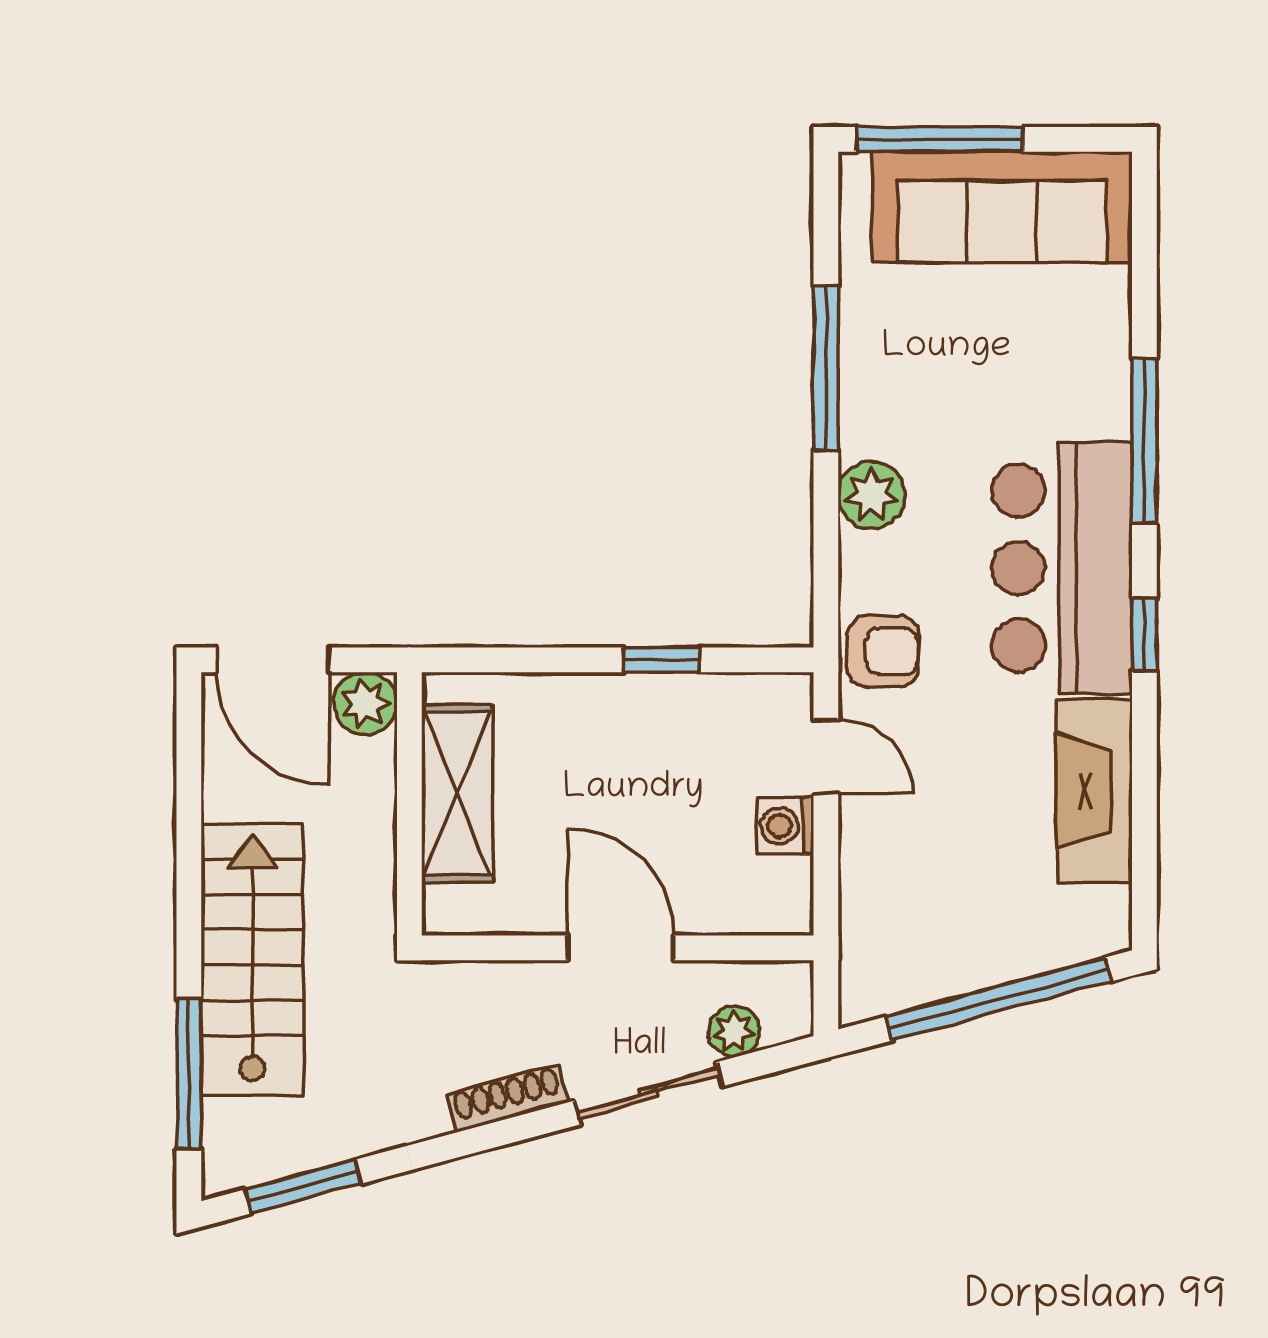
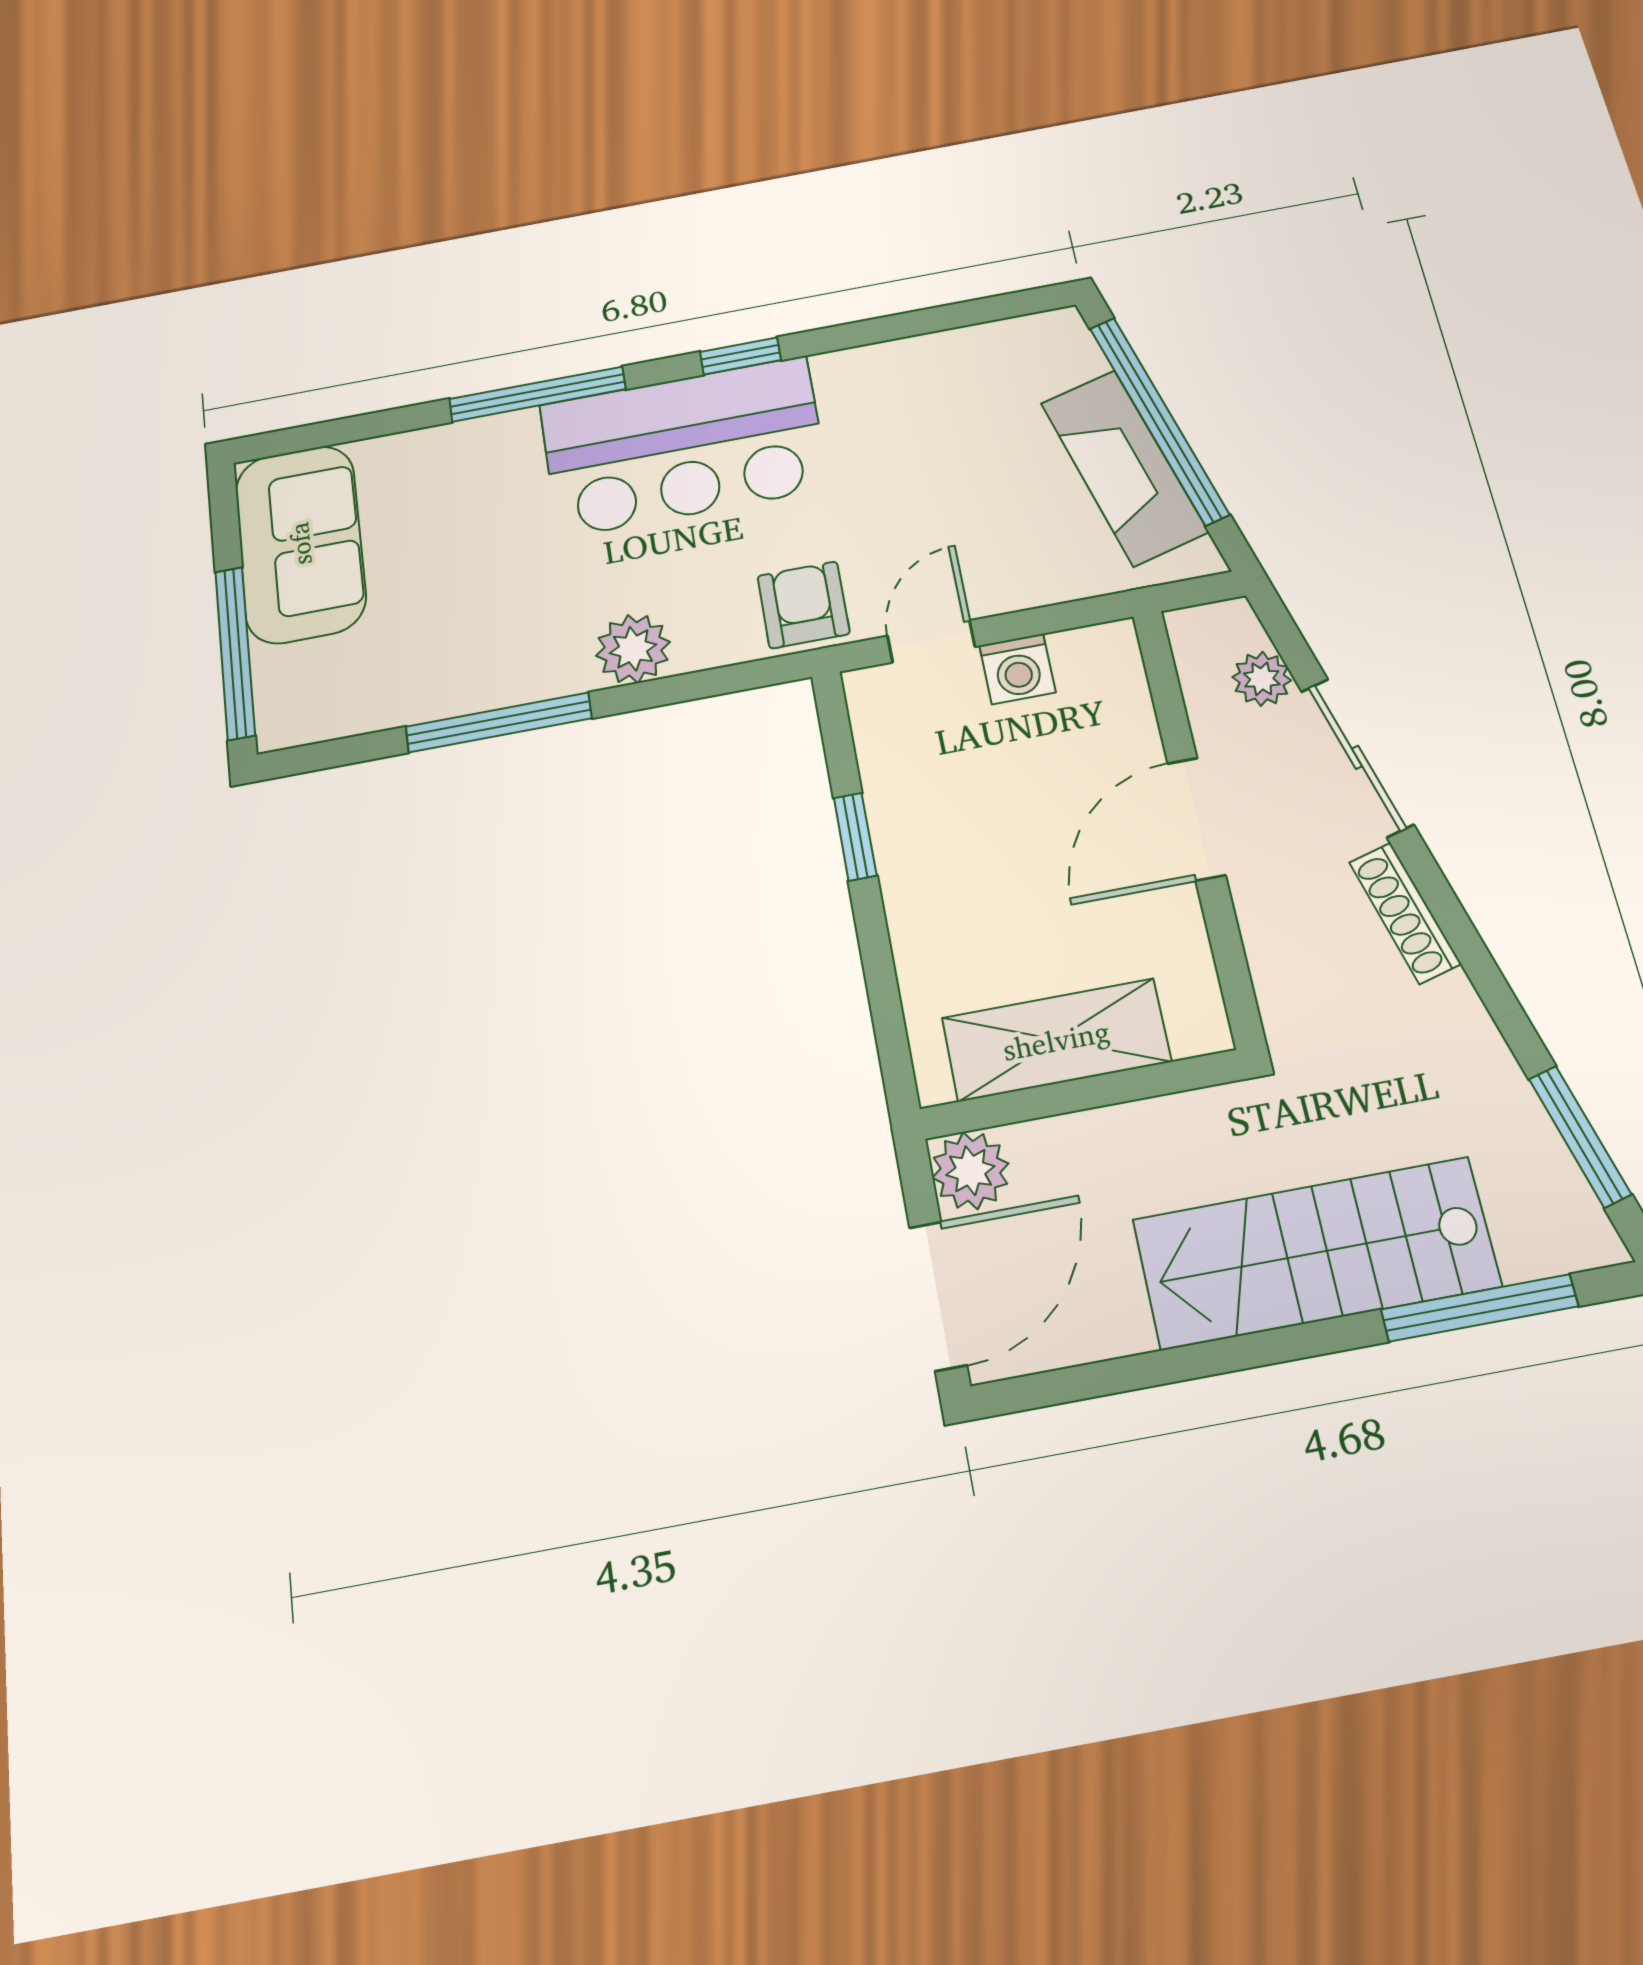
sofa: (1002, 207) -> (300, 544), width x0.73
fireplace: (1094, 791) -> (1124, 467), moved, turned 75

